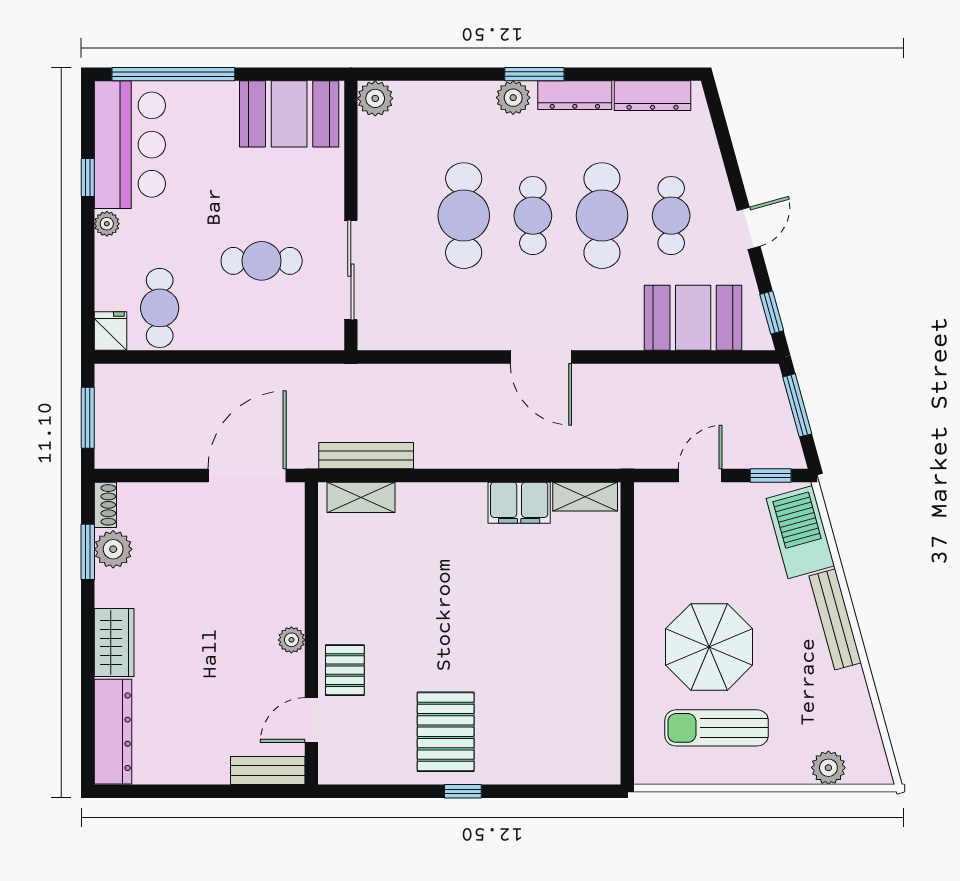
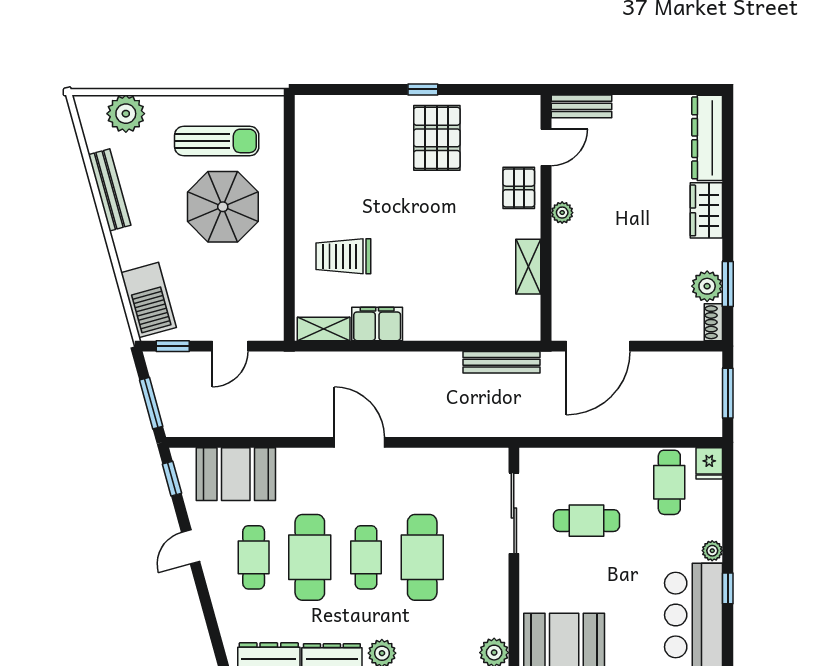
shelving: (361, 497) -> (528, 267), moved, turned 90
trolley: (561, 586) -> (343, 256), added
bench: (835, 619) -> (109, 190), moved
plant: (828, 768) -> (126, 114), width x1.36, depth x1.36

